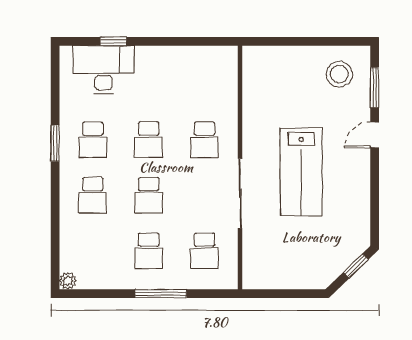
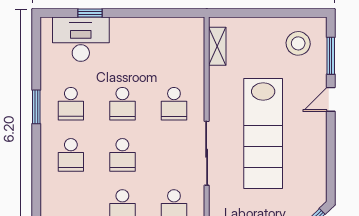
shelving: (251, 77) -> (217, 46), added
lab bench: (301, 172) -> (263, 133), width x1.36

